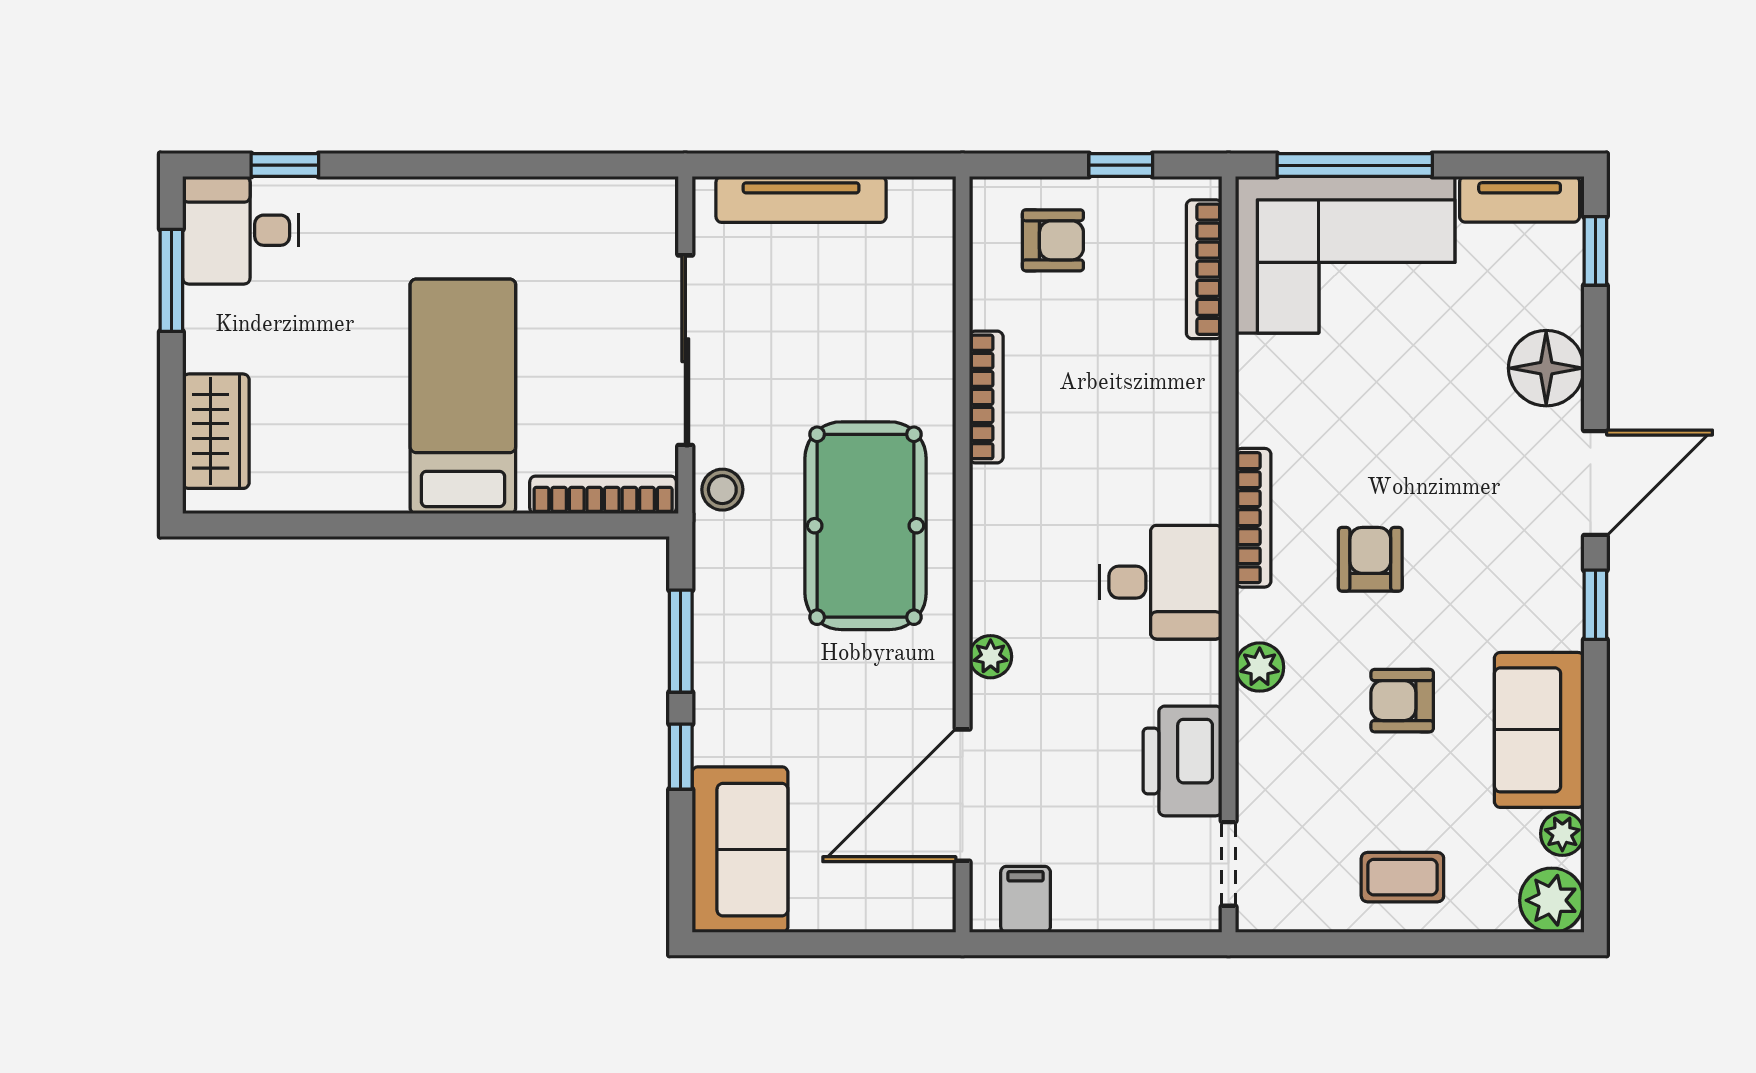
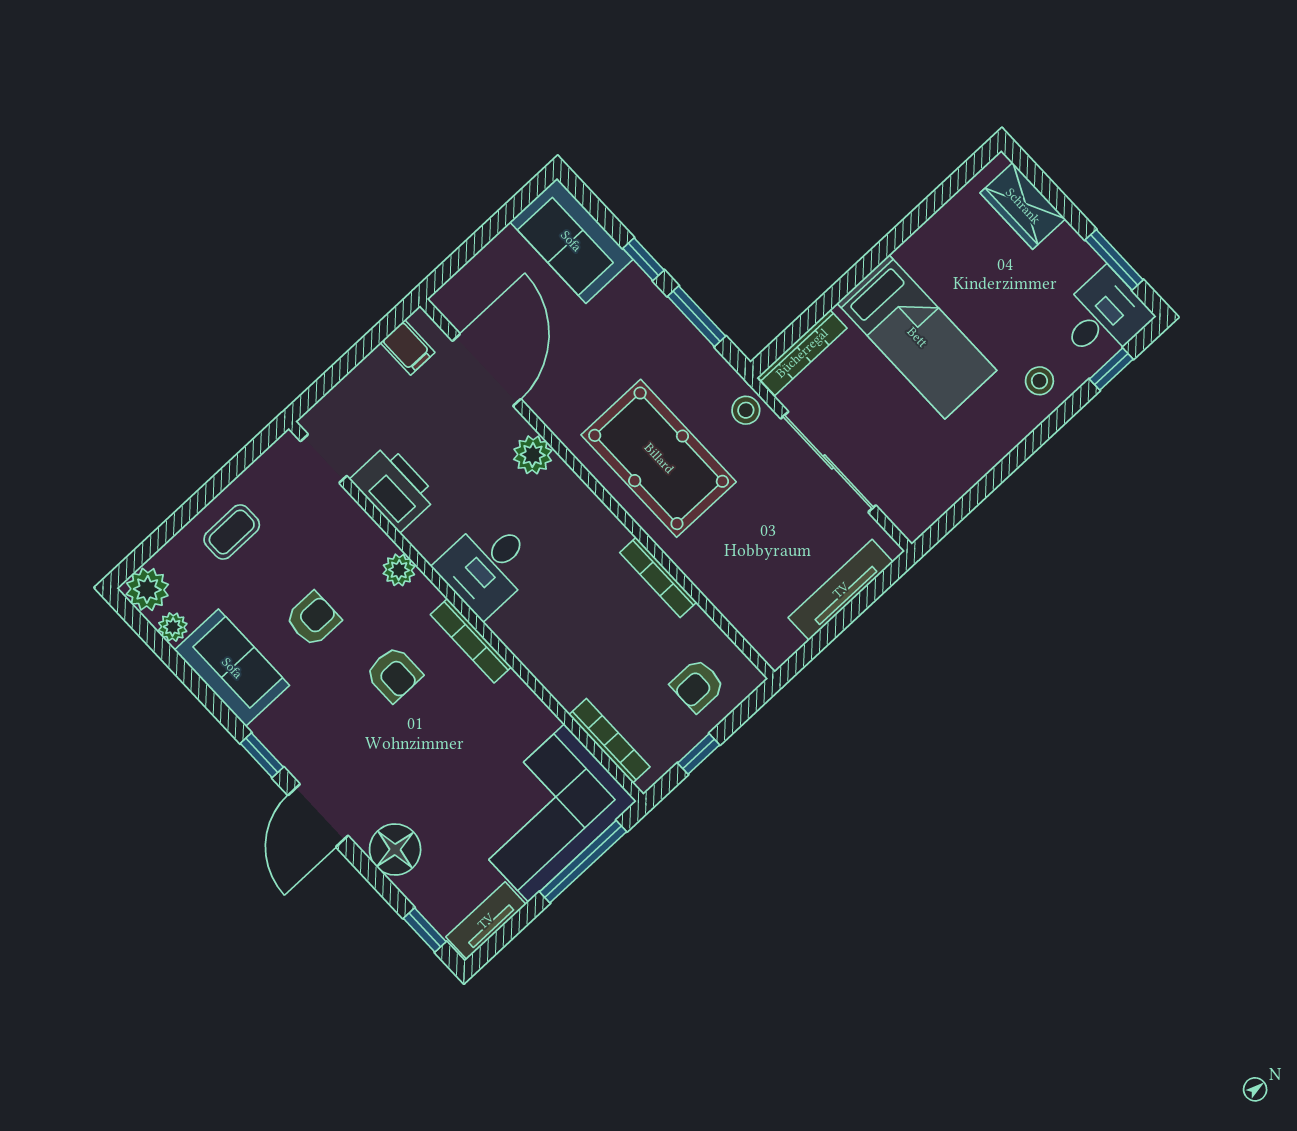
stool: (375, 225) -> (1039, 381), added
plant: (991, 657) -> (533, 455), width x1.38, depth x1.38

